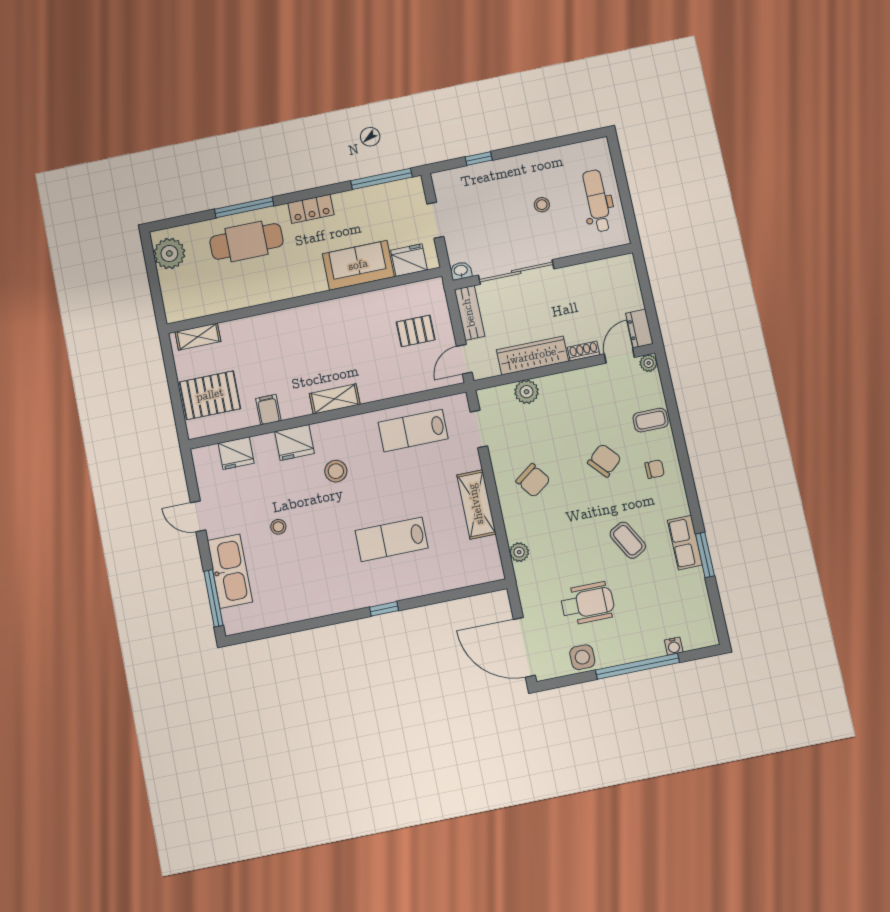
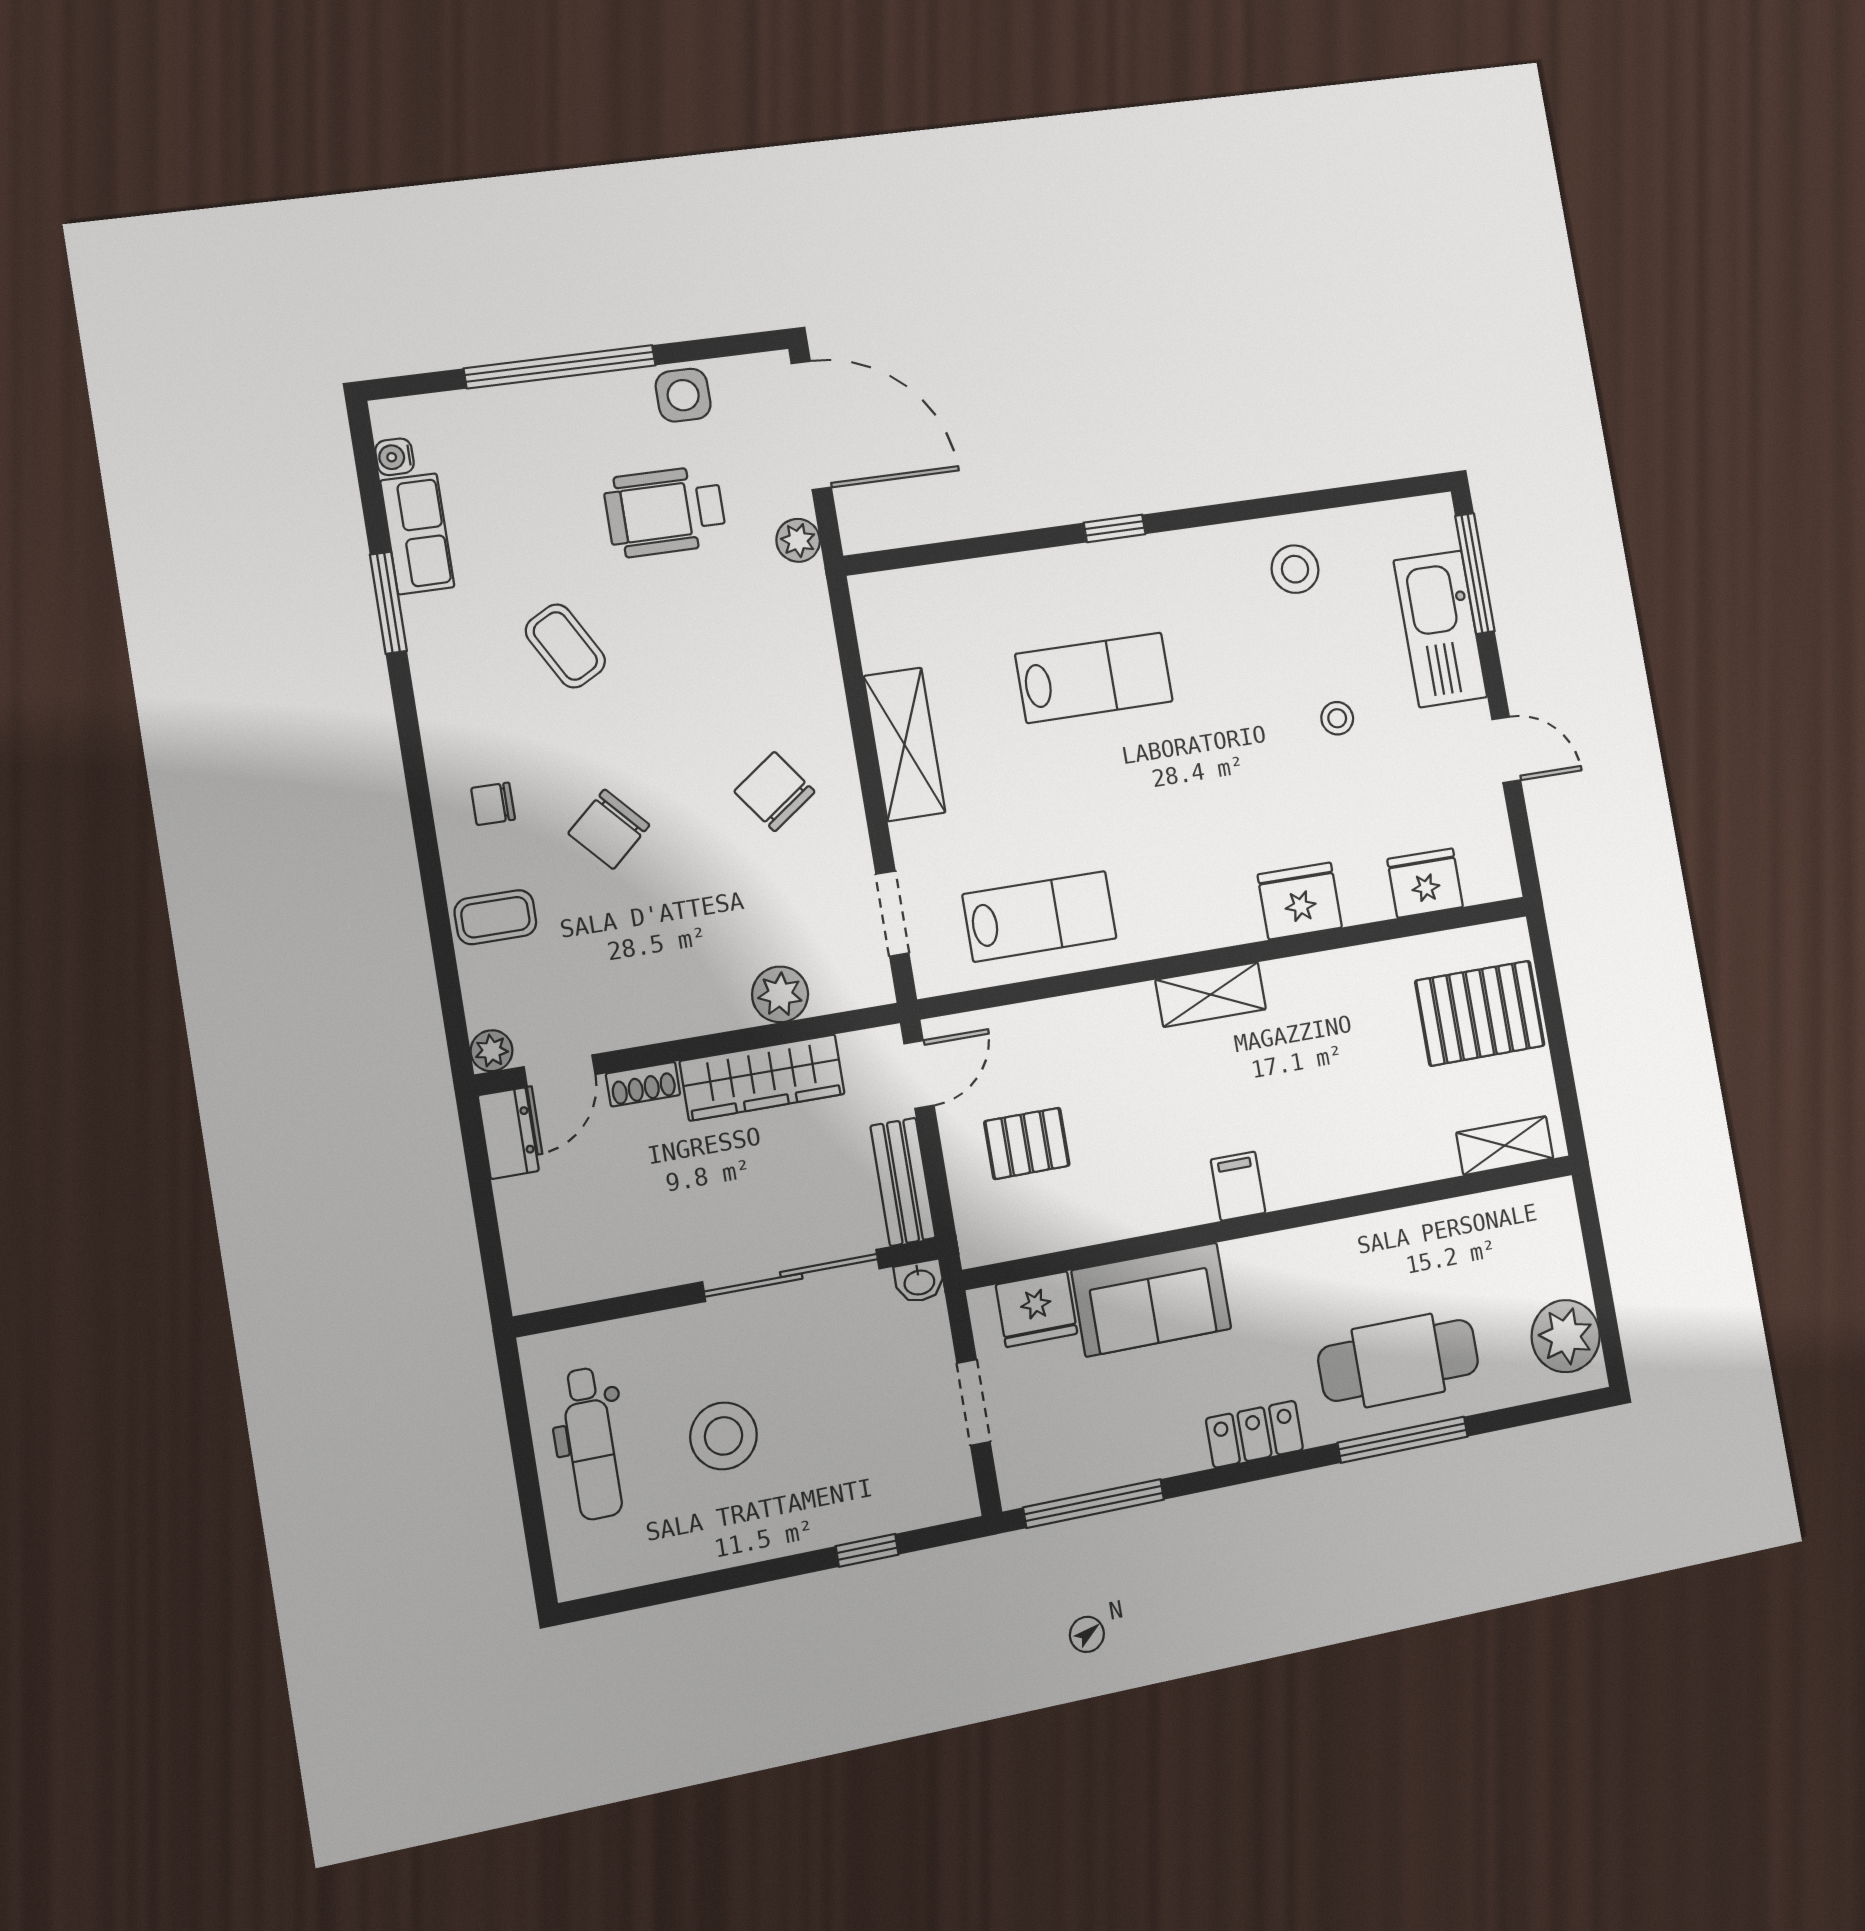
stool: (542, 205) -> (724, 1436), width x1.89, depth x1.89
filing cabinet: (268, 410) -> (1238, 1186), moved, turned 180
stool: (336, 471) -> (1295, 569), moved
row of seats: (685, 543) -> (417, 534), moved
plant: (519, 552) -> (798, 540), moved
water cooler: (674, 646) -> (395, 457), moved, turned -90

